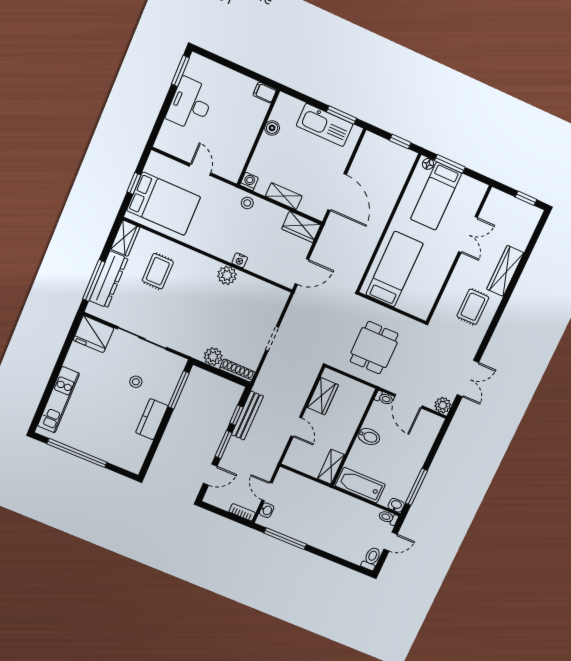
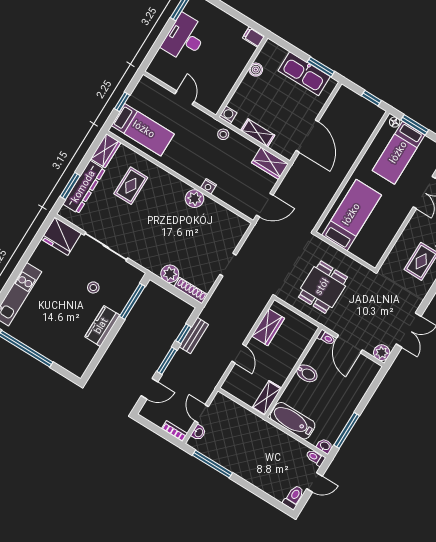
bed: (164, 204) -> (143, 130), width x0.67
window: (94, 281) -> (70, 186), width x0.69
bench: (247, 415) -> (194, 336), width x0.73

